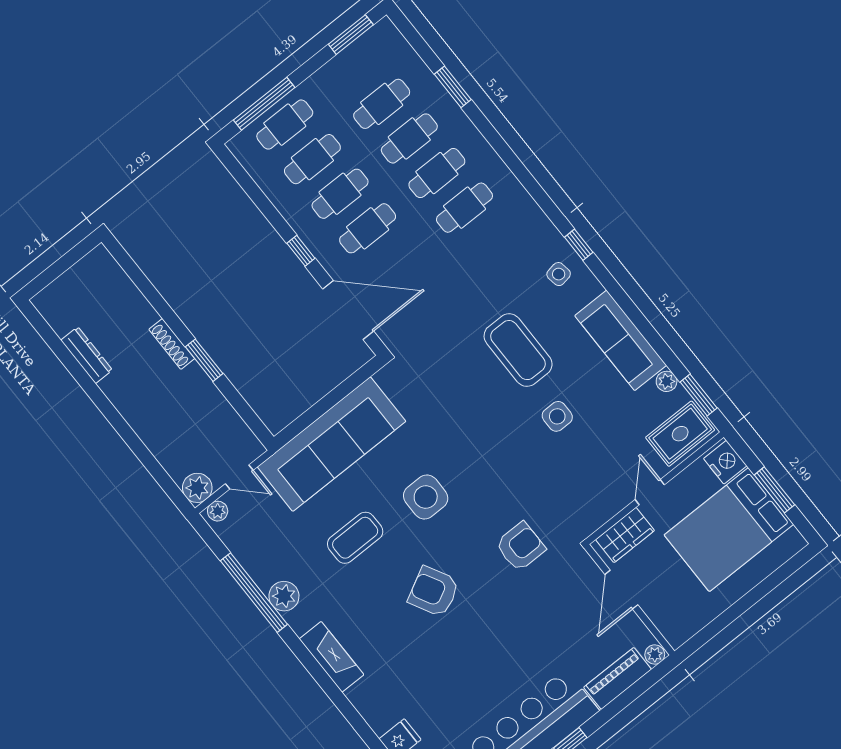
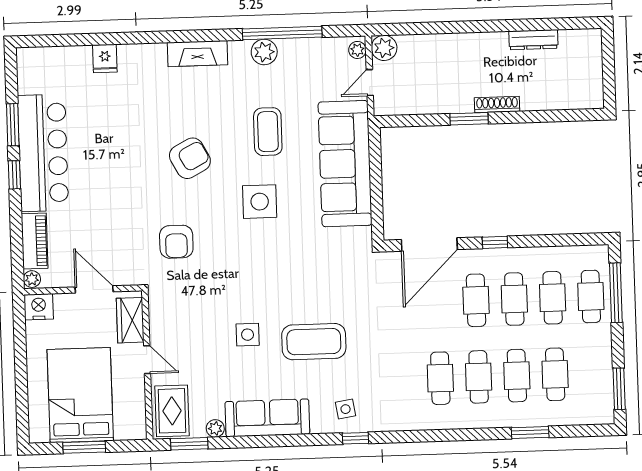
nightstand: (725, 462) -> (39, 307), moved, turned 180

